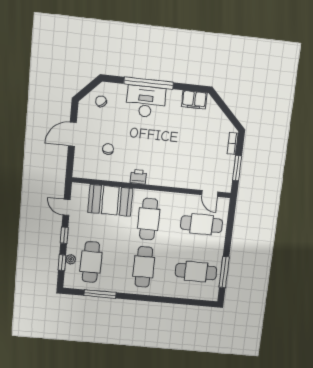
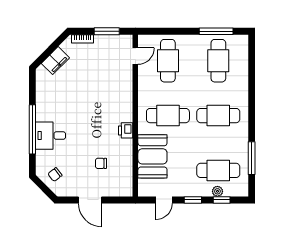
filing cabinet: (194, 100) -> (55, 61), moved, turned 45
desk: (146, 102) -> (51, 136), width x0.73

